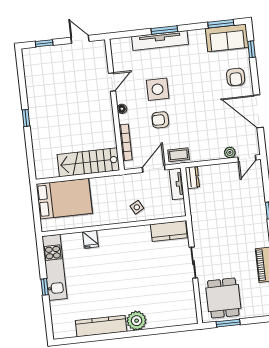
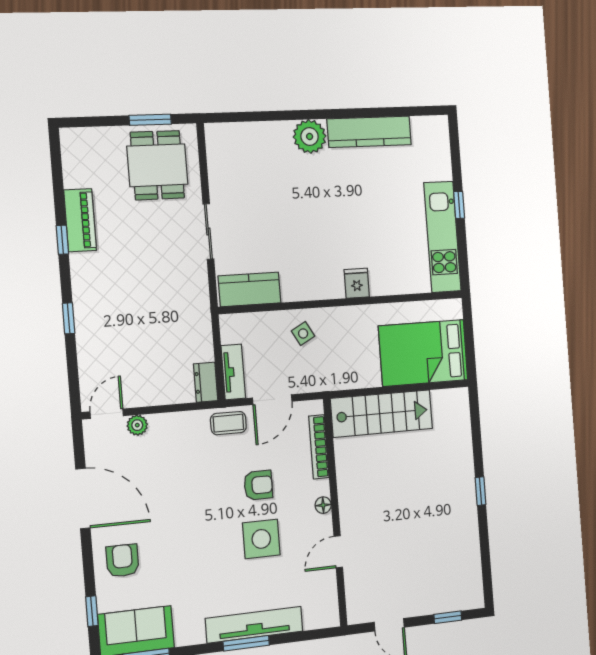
fridge: (90, 239) -> (357, 283), moved

